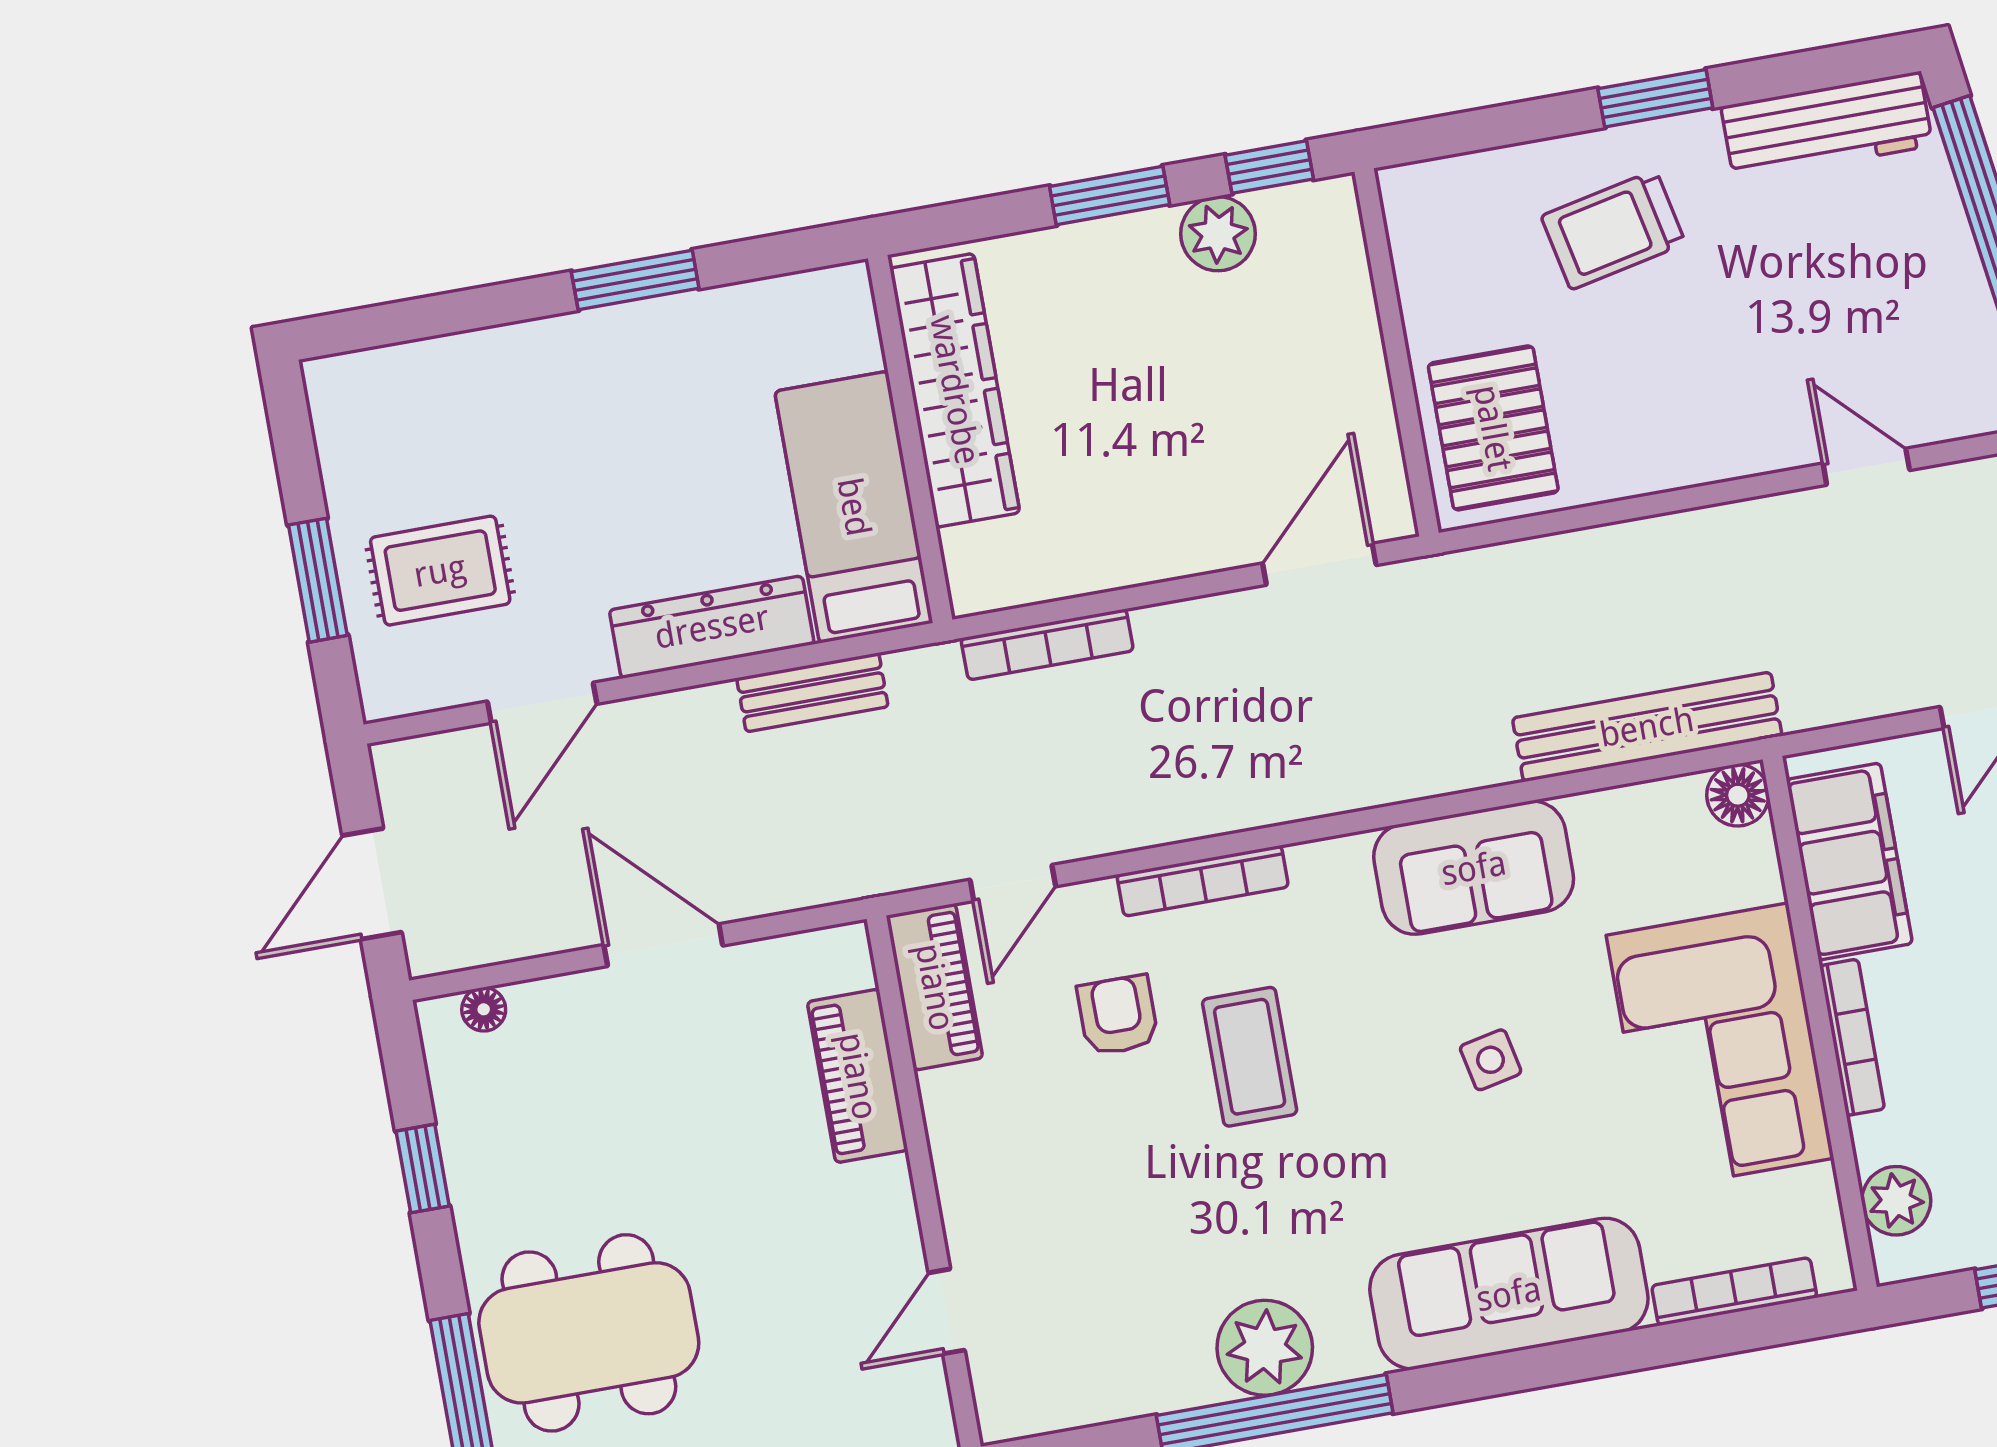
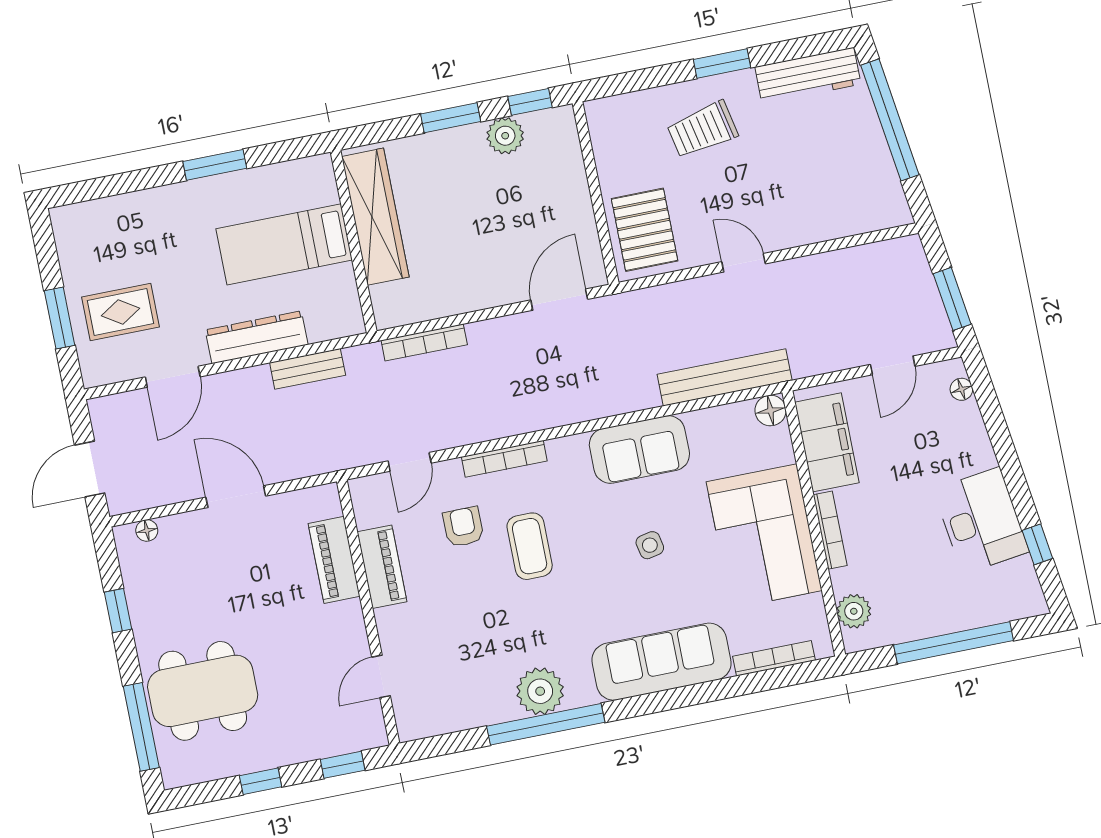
door: (1866, 467) -> (744, 263), moved
bed: (854, 507) -> (284, 244), moved, turned -90
piano: (935, 987) -> (382, 567), moved

